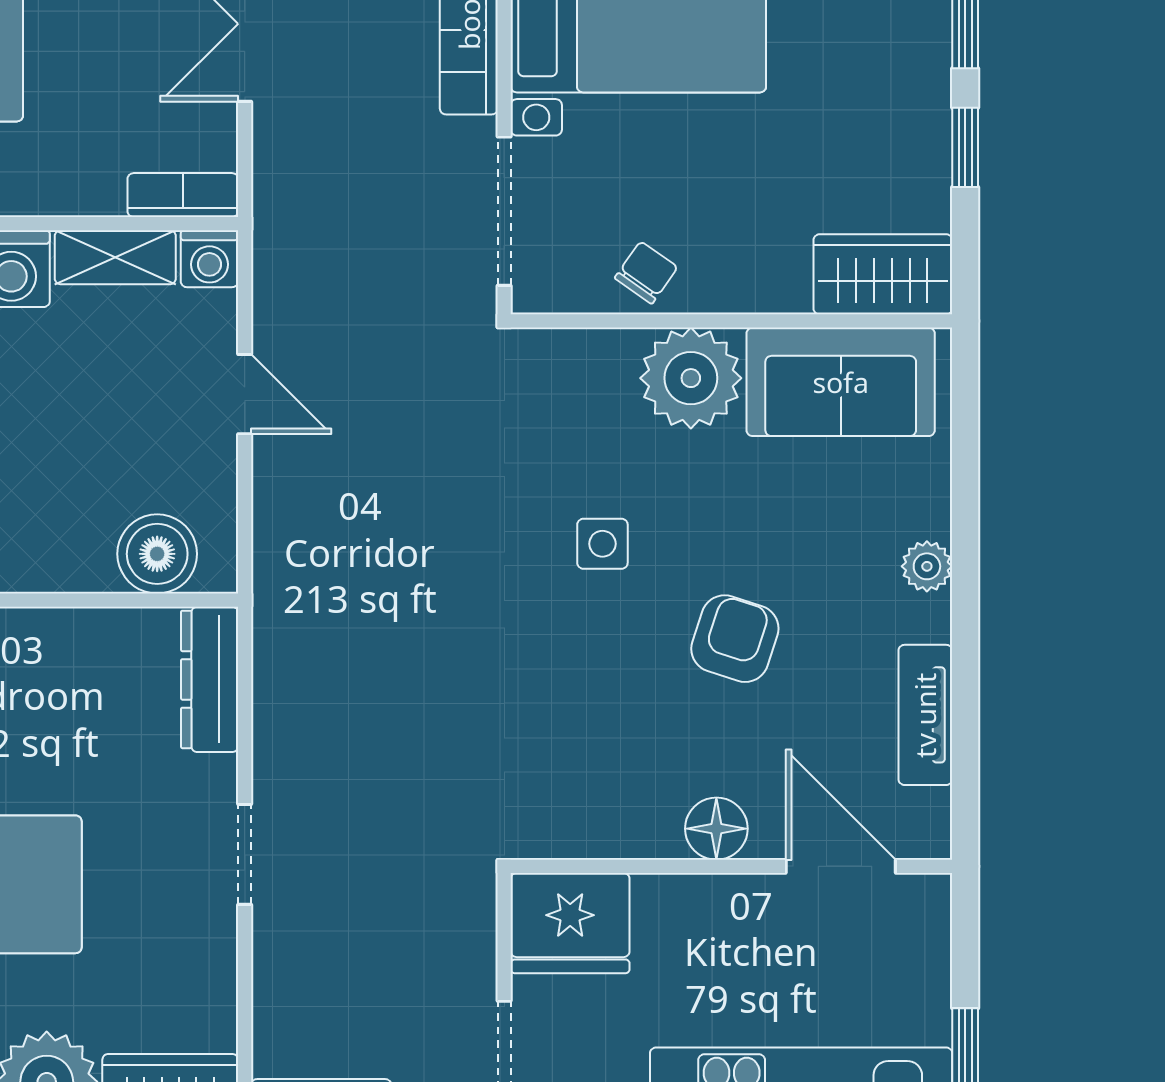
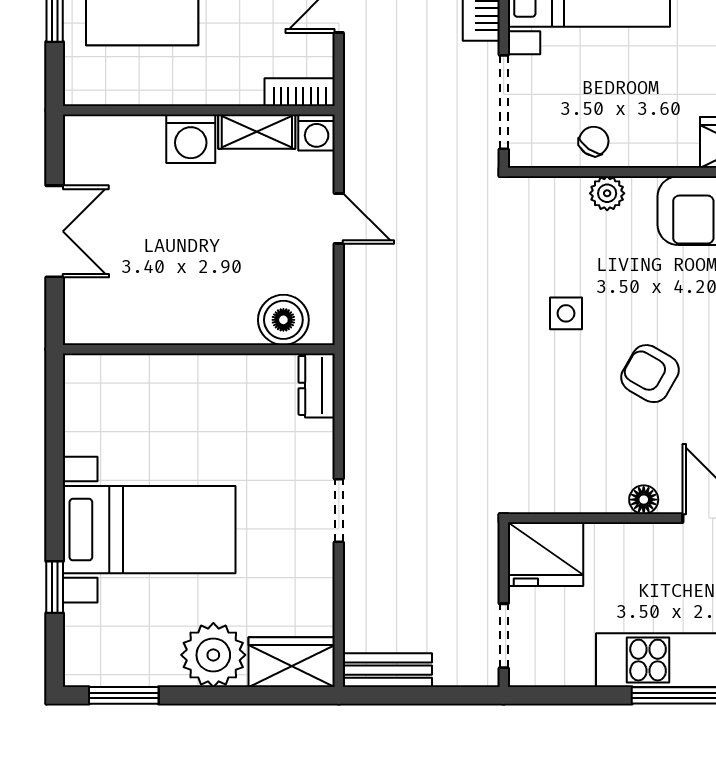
plant: (691, 378) -> (607, 193), width x0.53, depth x0.53
armchair: (735, 639) -> (650, 374), turned -78
dresser: (210, 679) -> (317, 385), width x0.70
floor lamp: (716, 829) -> (644, 500), width x0.73, depth x0.73

